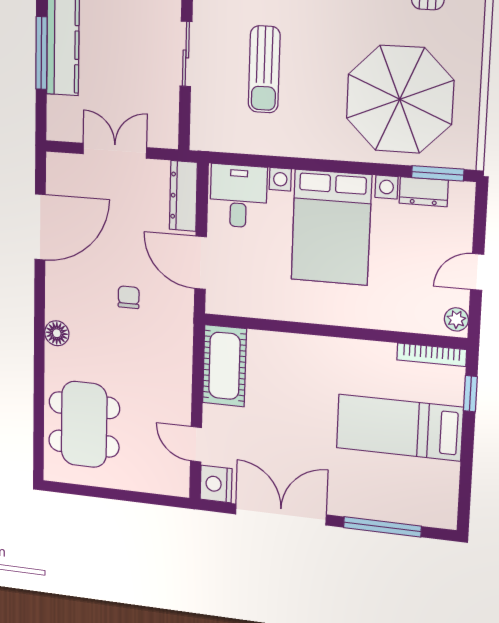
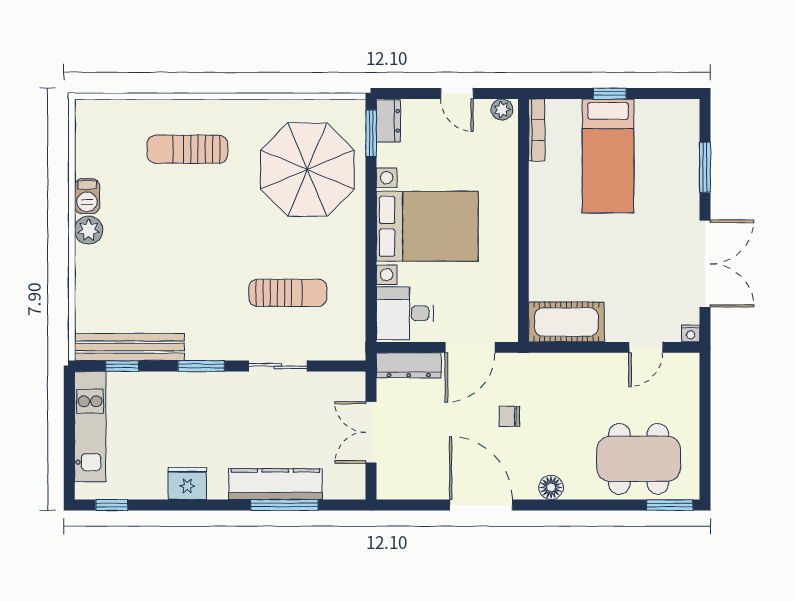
dresser: (424, 192) -> (388, 121), moved
door: (40, 227) -> (481, 505), moved
window: (470, 394) -> (610, 94), moved
window: (39, 450) -> (670, 505), added
nightstand: (216, 484) -> (691, 334), width x0.53, depth x0.56
double door: (281, 514) -> (705, 264), swing flipped
window: (382, 527) -> (705, 167), width x0.69

